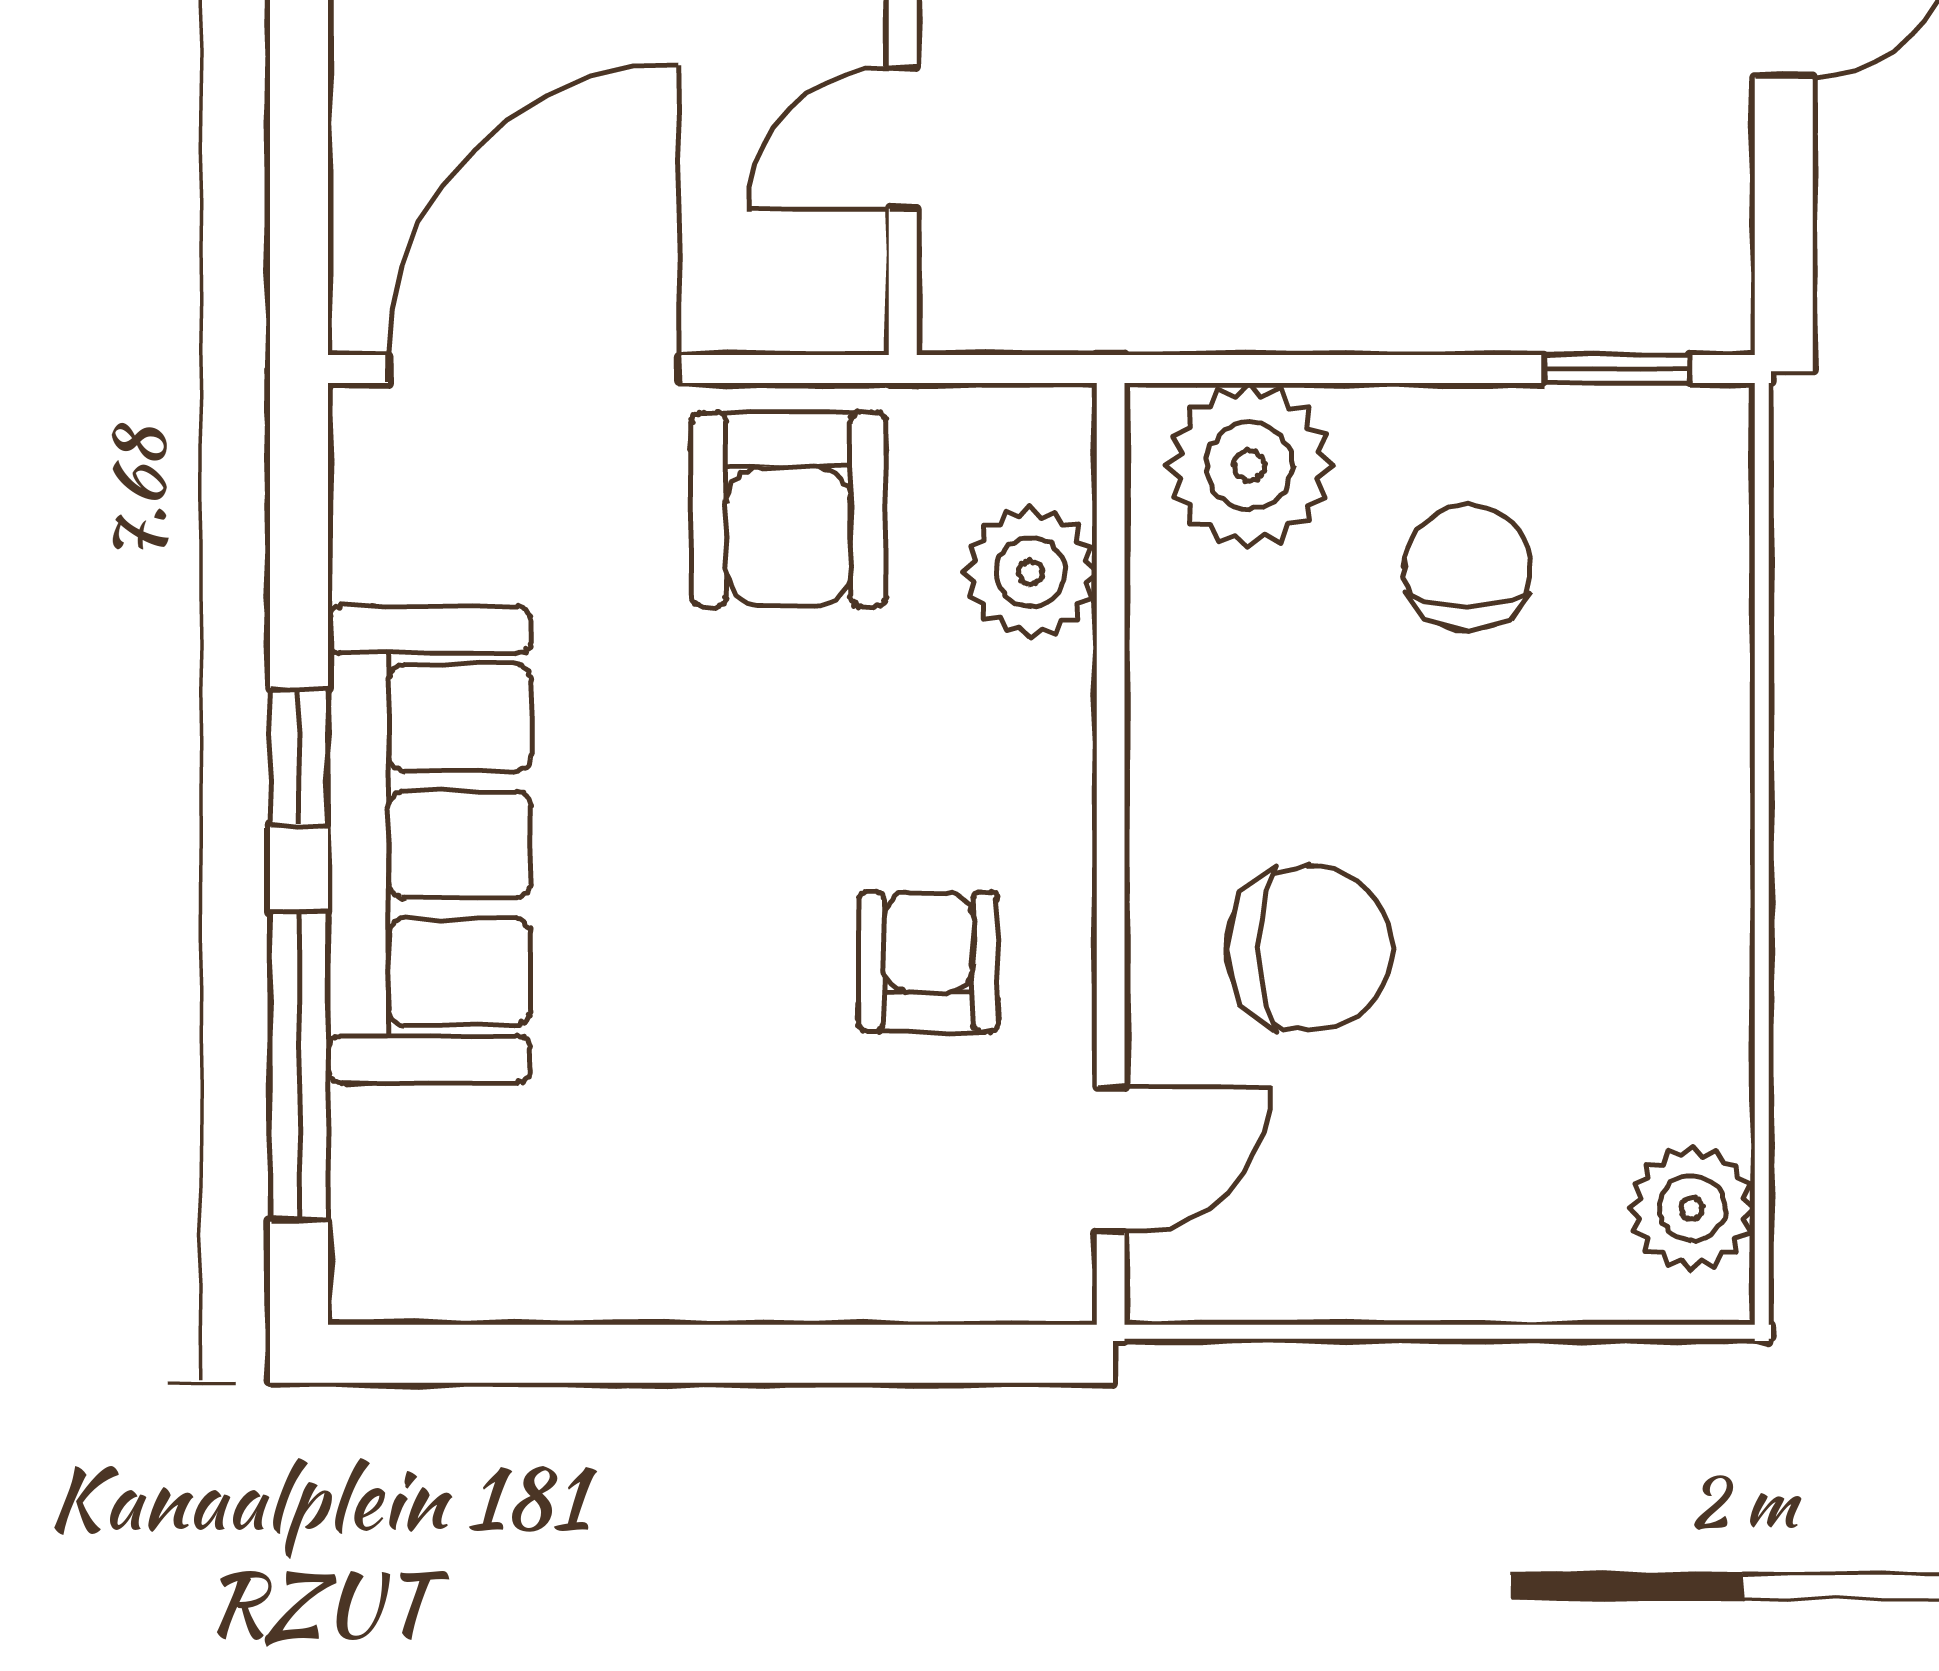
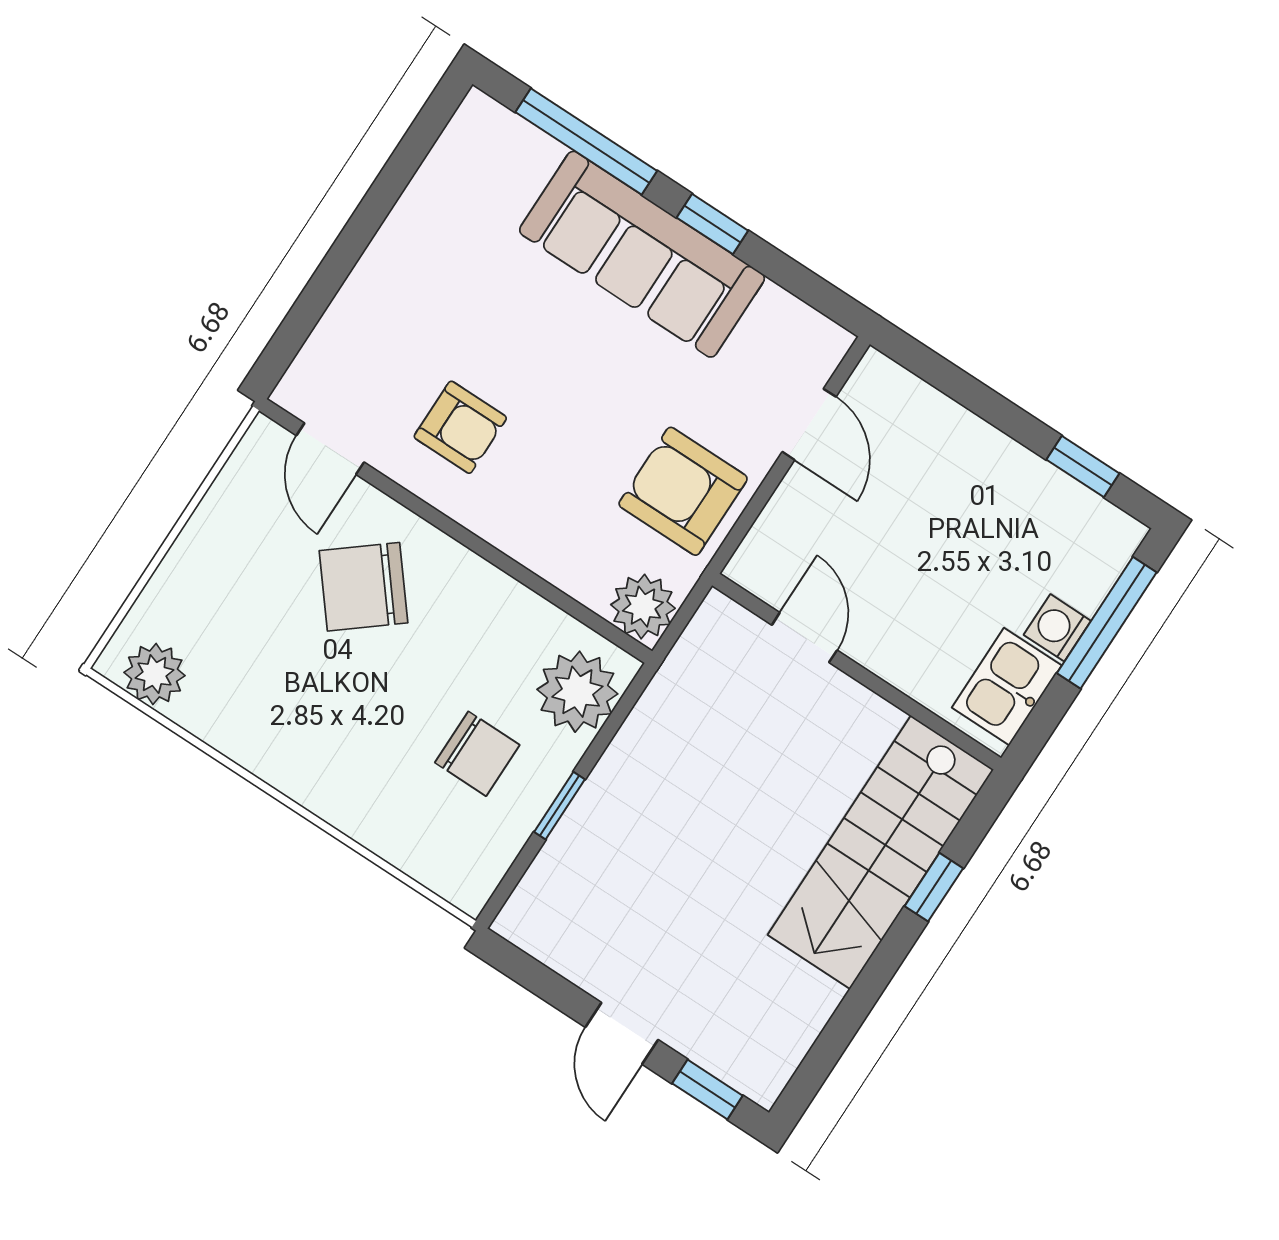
door: (533, 369) -> (809, 424), width x0.53
window: (1617, 369) -> (560, 806), moved
plant: (1031, 573) -> (643, 607), moved
chair: (1309, 949) -> (364, 587), turned 51

